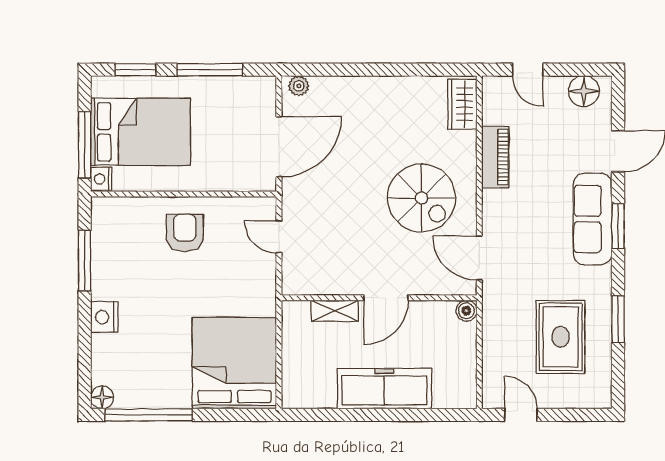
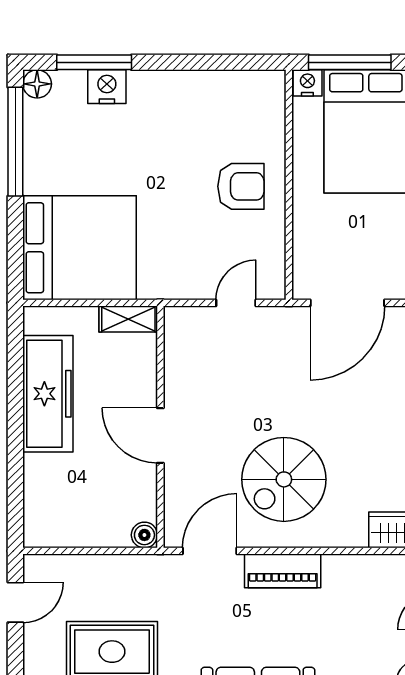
door: (279, 147) -> (347, 303), hinge flipped
piano: (495, 157) -> (283, 571), moved
window: (85, 260) -> (94, 62), moved
shelving: (335, 311) -> (128, 319), moved, turned 90
nightstand: (104, 317) -> (107, 87), moved
freezer: (384, 389) -> (48, 394), moved

